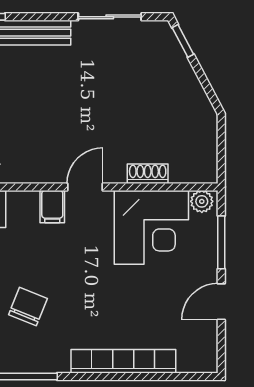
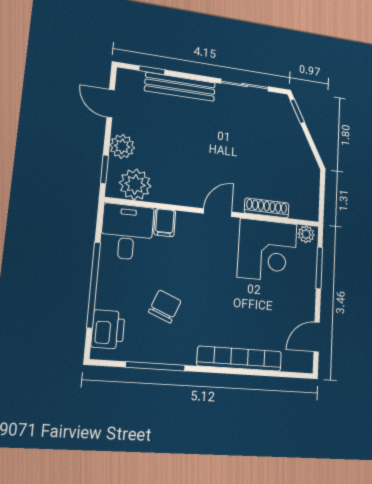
shoe rack: (148, 174) -> (267, 208), width x1.43
filing cabinet: (52, 207) -> (165, 223), moved
door: (221, 302) -> (317, 337), moved

